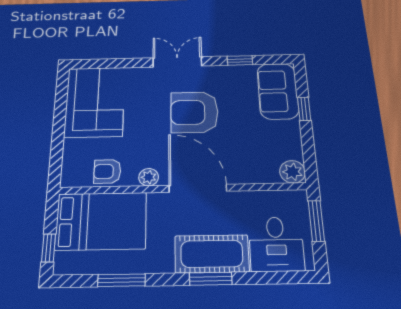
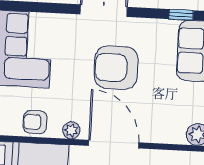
window: (240, 60) -> (181, 15), moved

